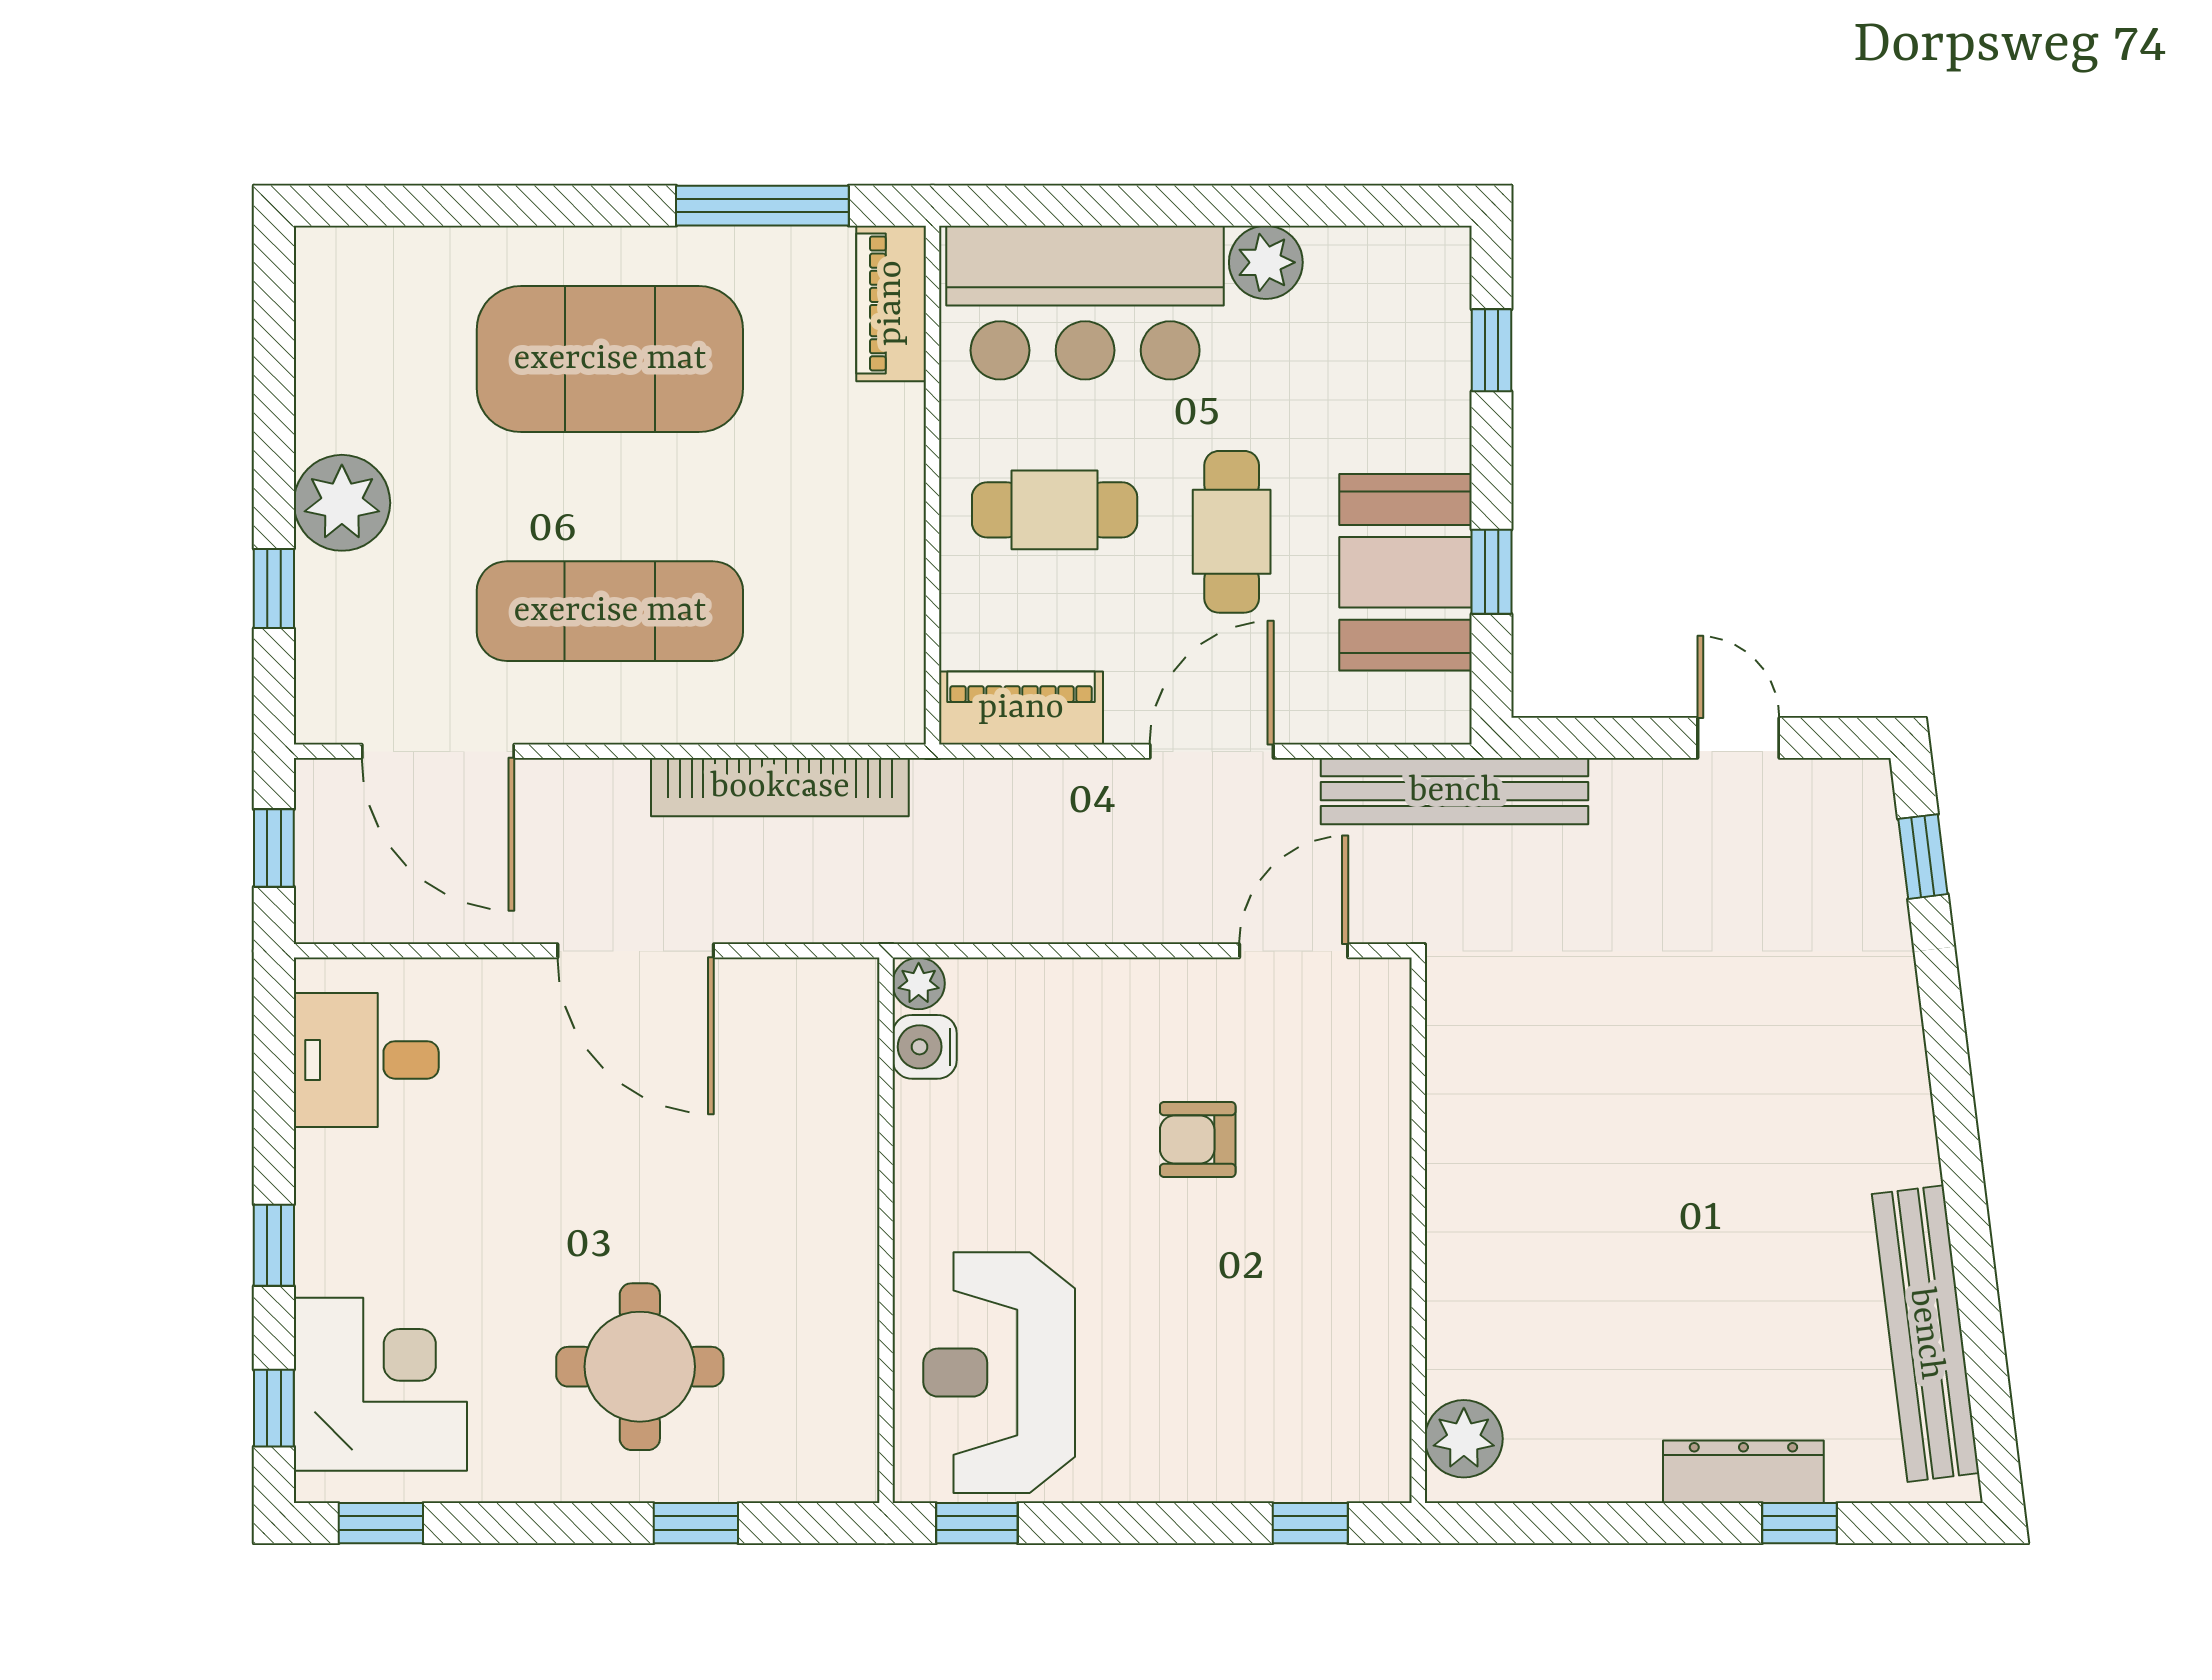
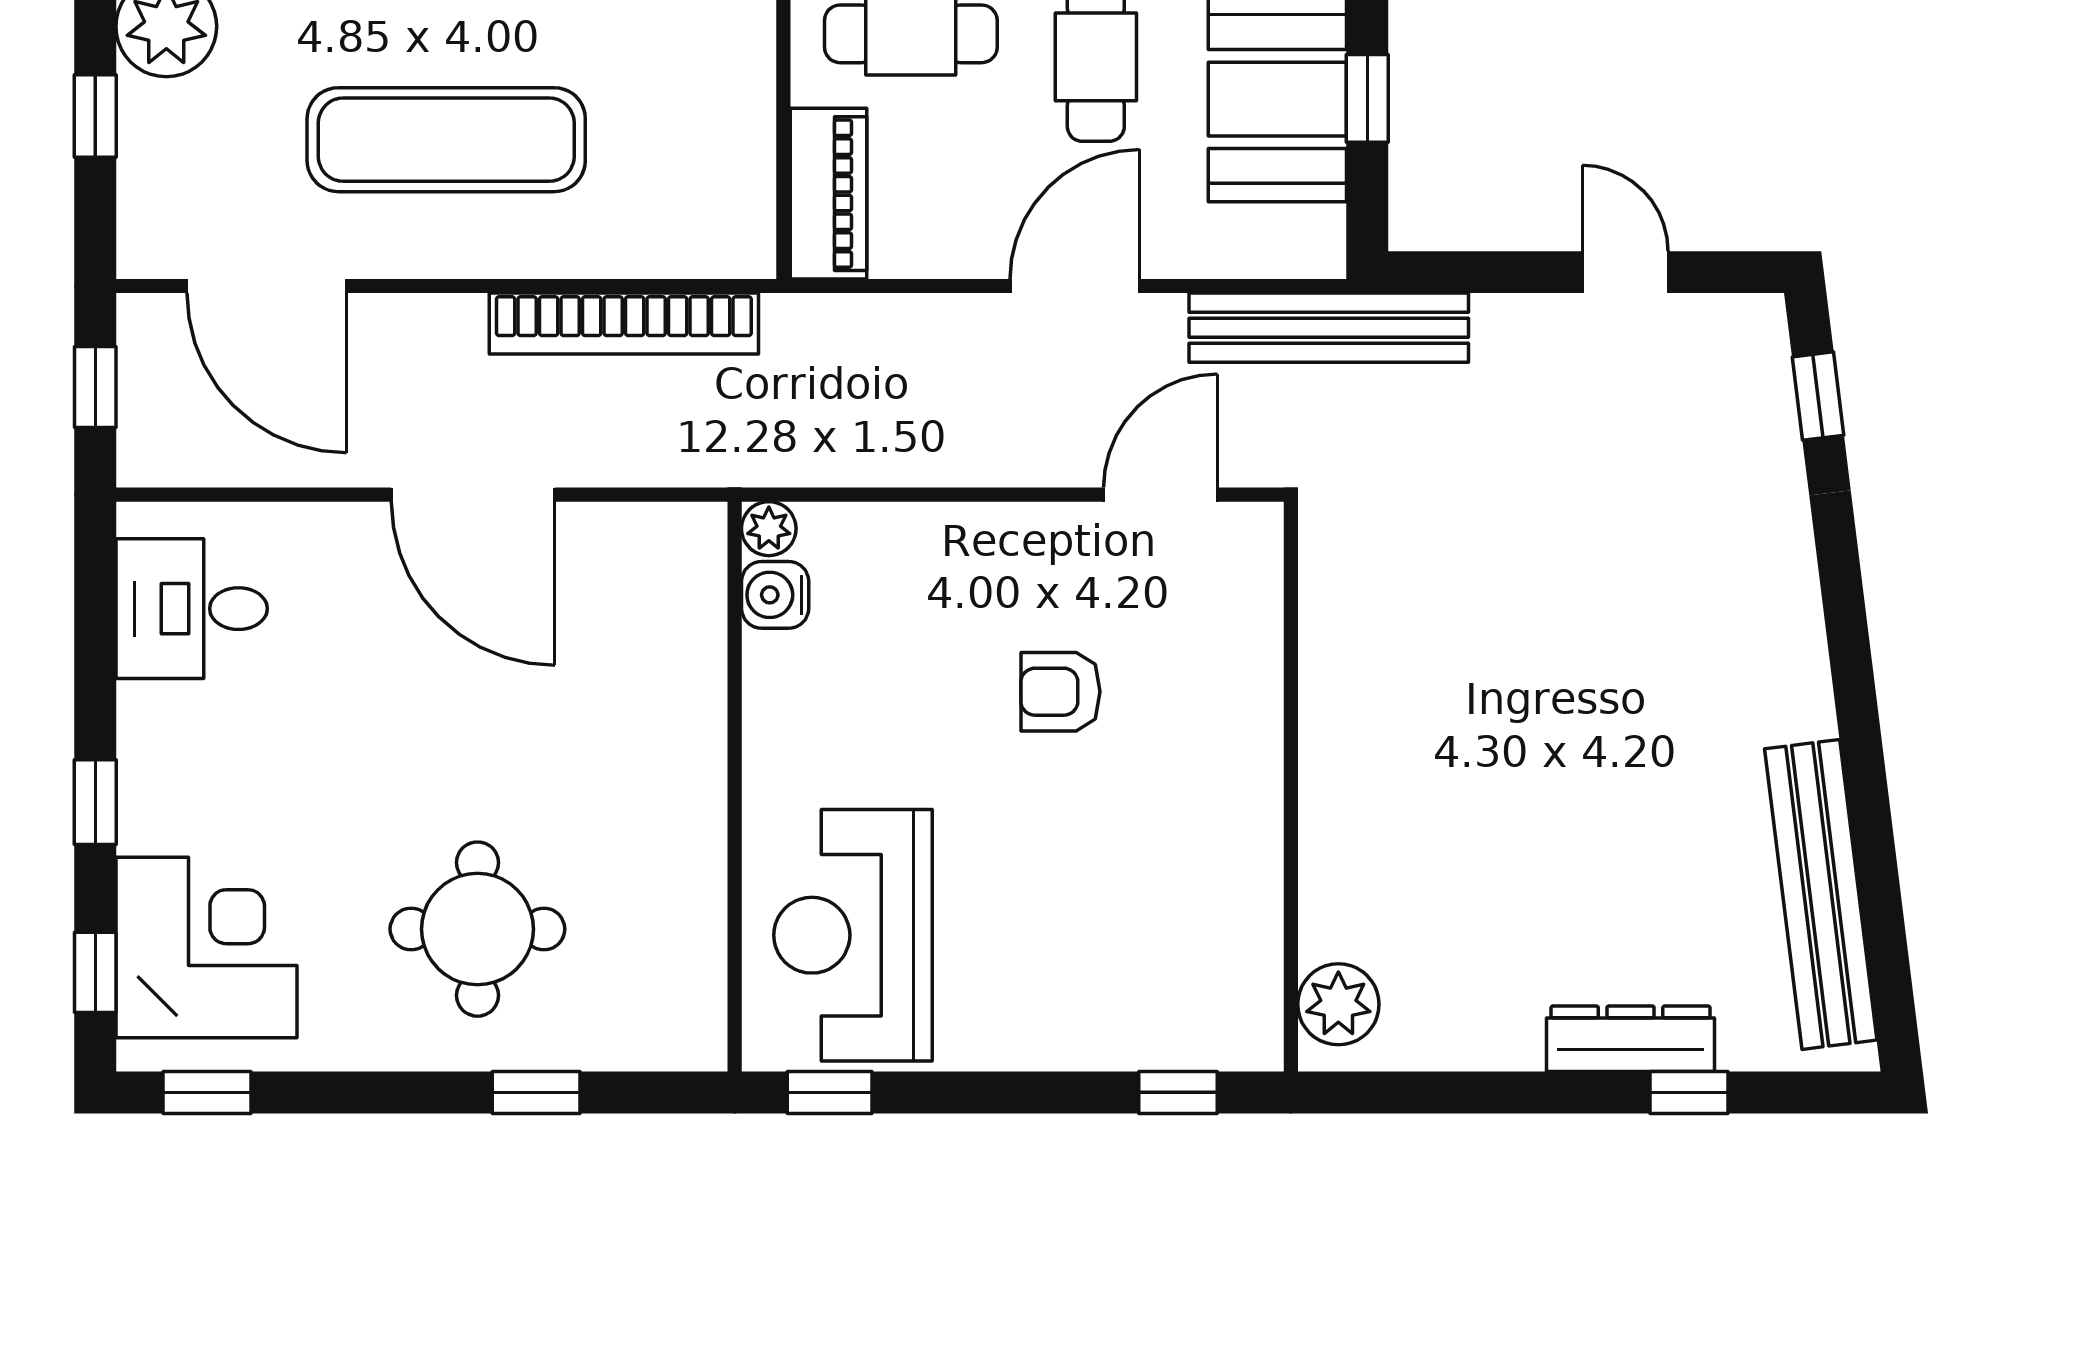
piano: (1021, 708) -> (829, 194), moved, turned 90

